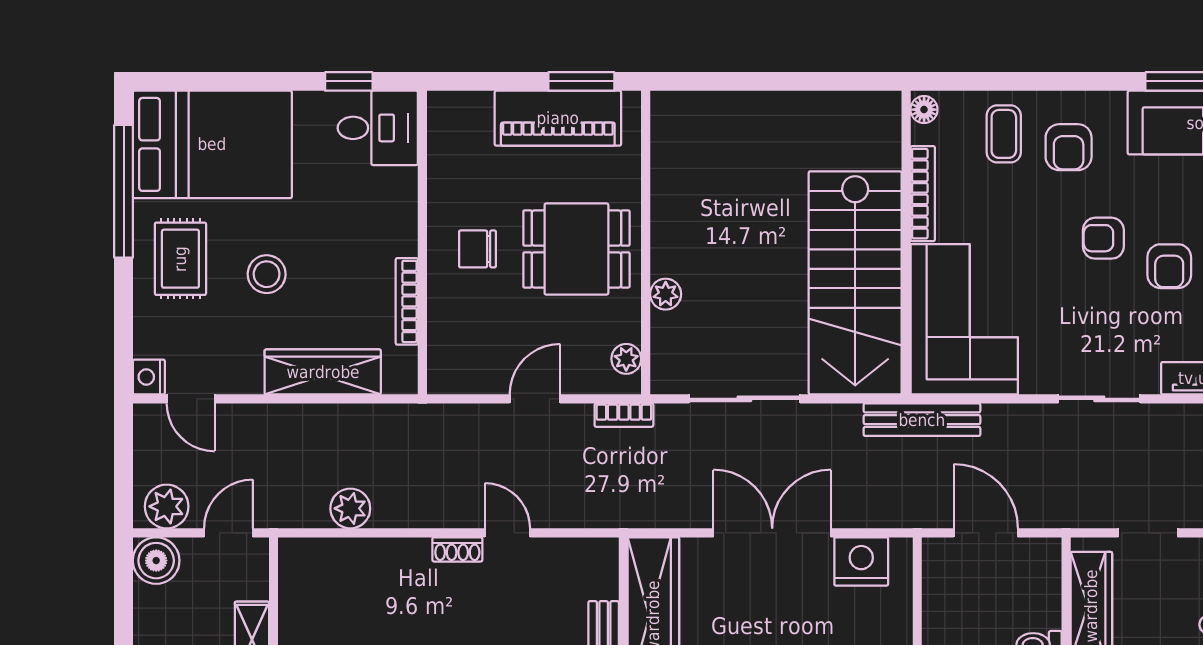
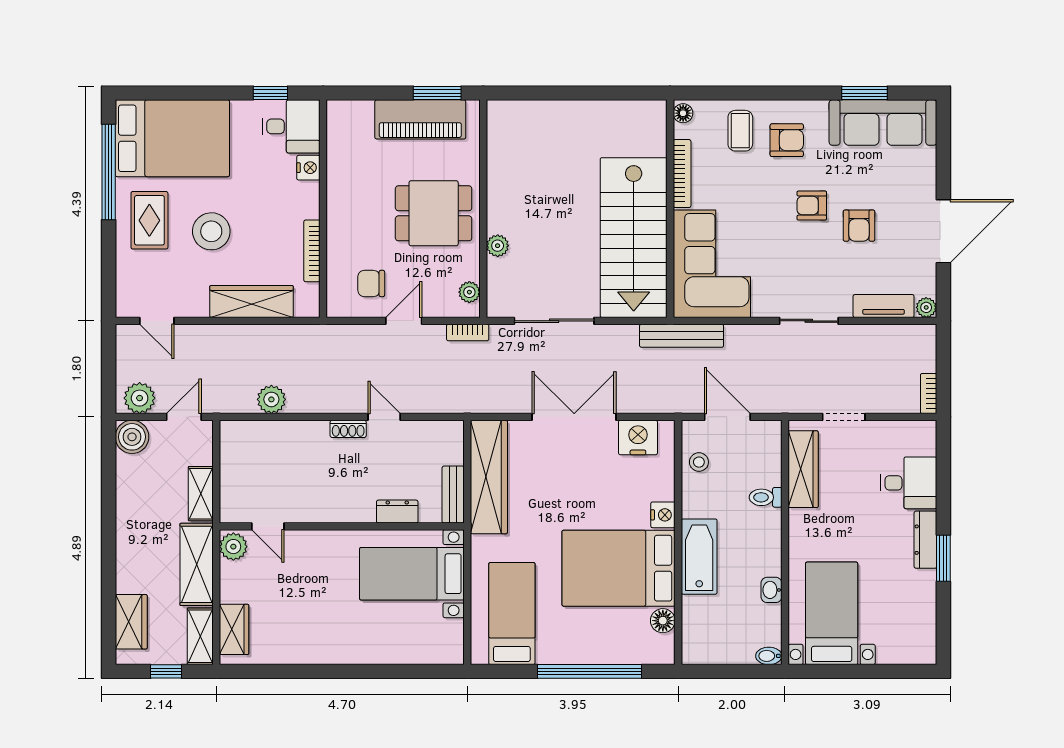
armchair: (1069, 147) -> (787, 140), turned -90
chair: (478, 249) -> (371, 283), moved
stool: (267, 274) -> (211, 231), width x1.38, depth x1.38
nightstand: (149, 377) -> (308, 168), moved, turned 180
stool: (946, 596) -> (699, 462), added

